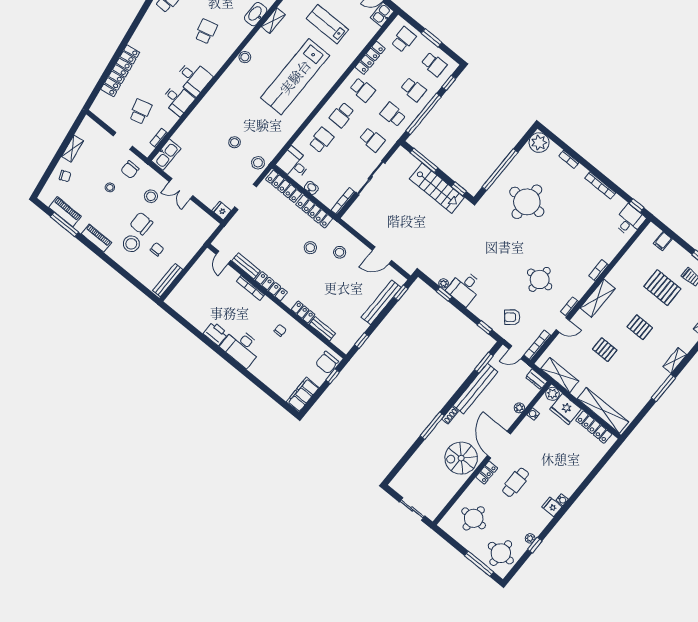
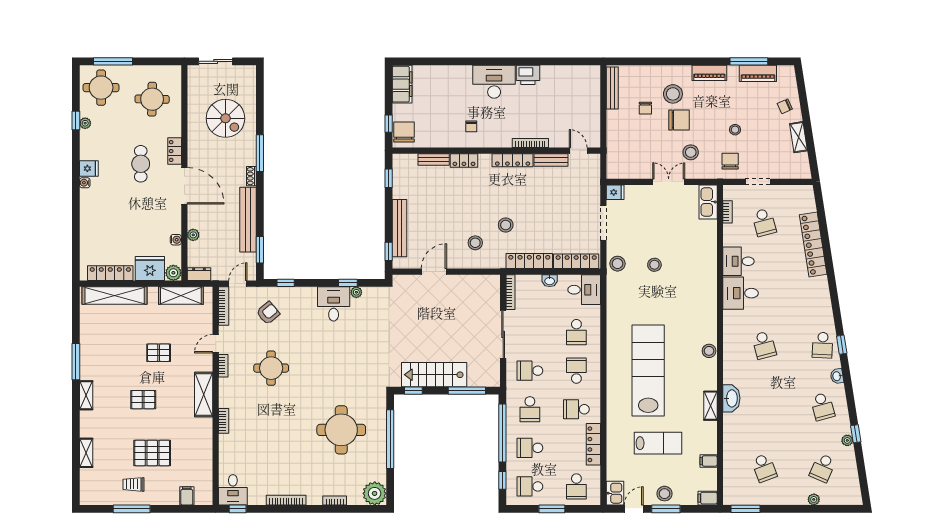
school desk: (393, 115) -> (530, 409), turned 90
spiral stairs: (461, 458) -> (225, 118), moved, turned 90

